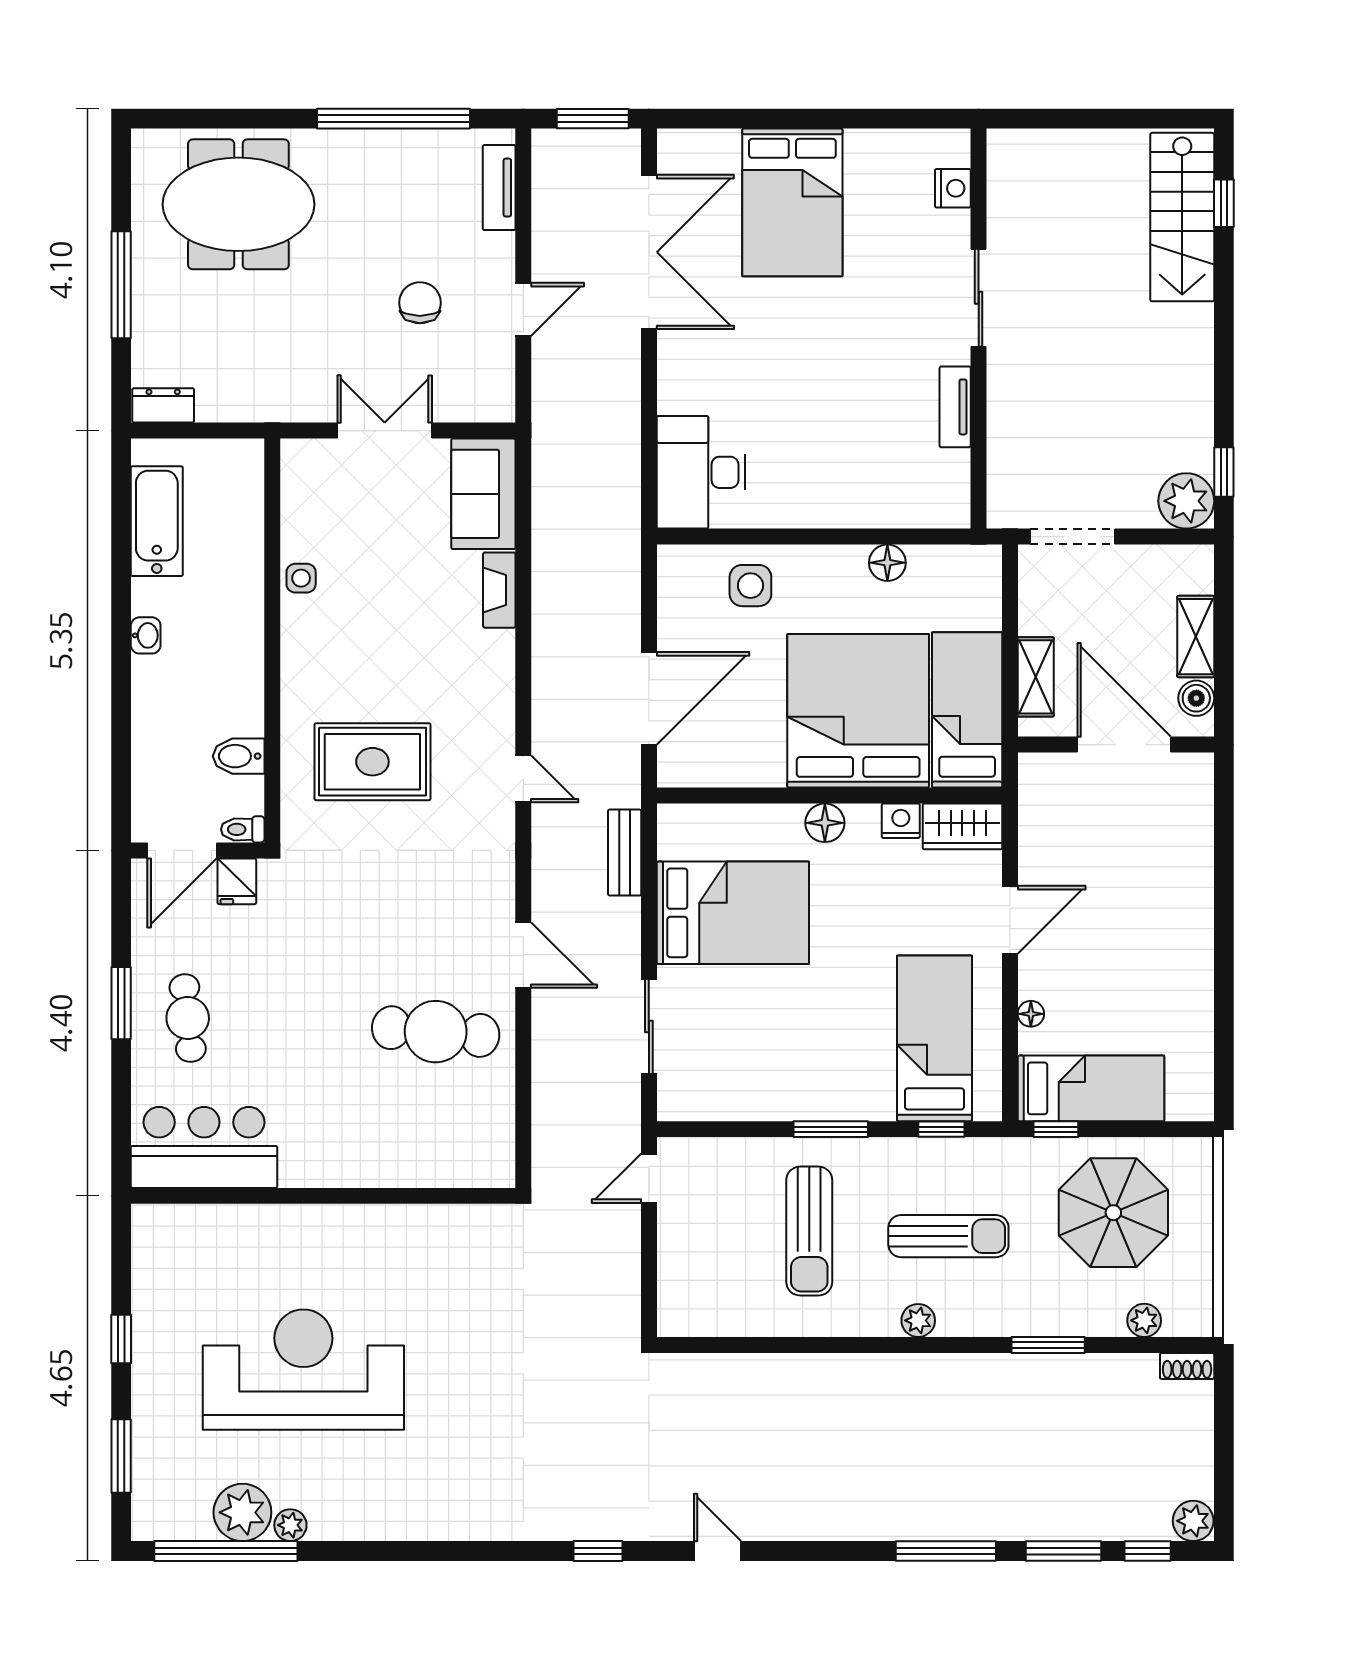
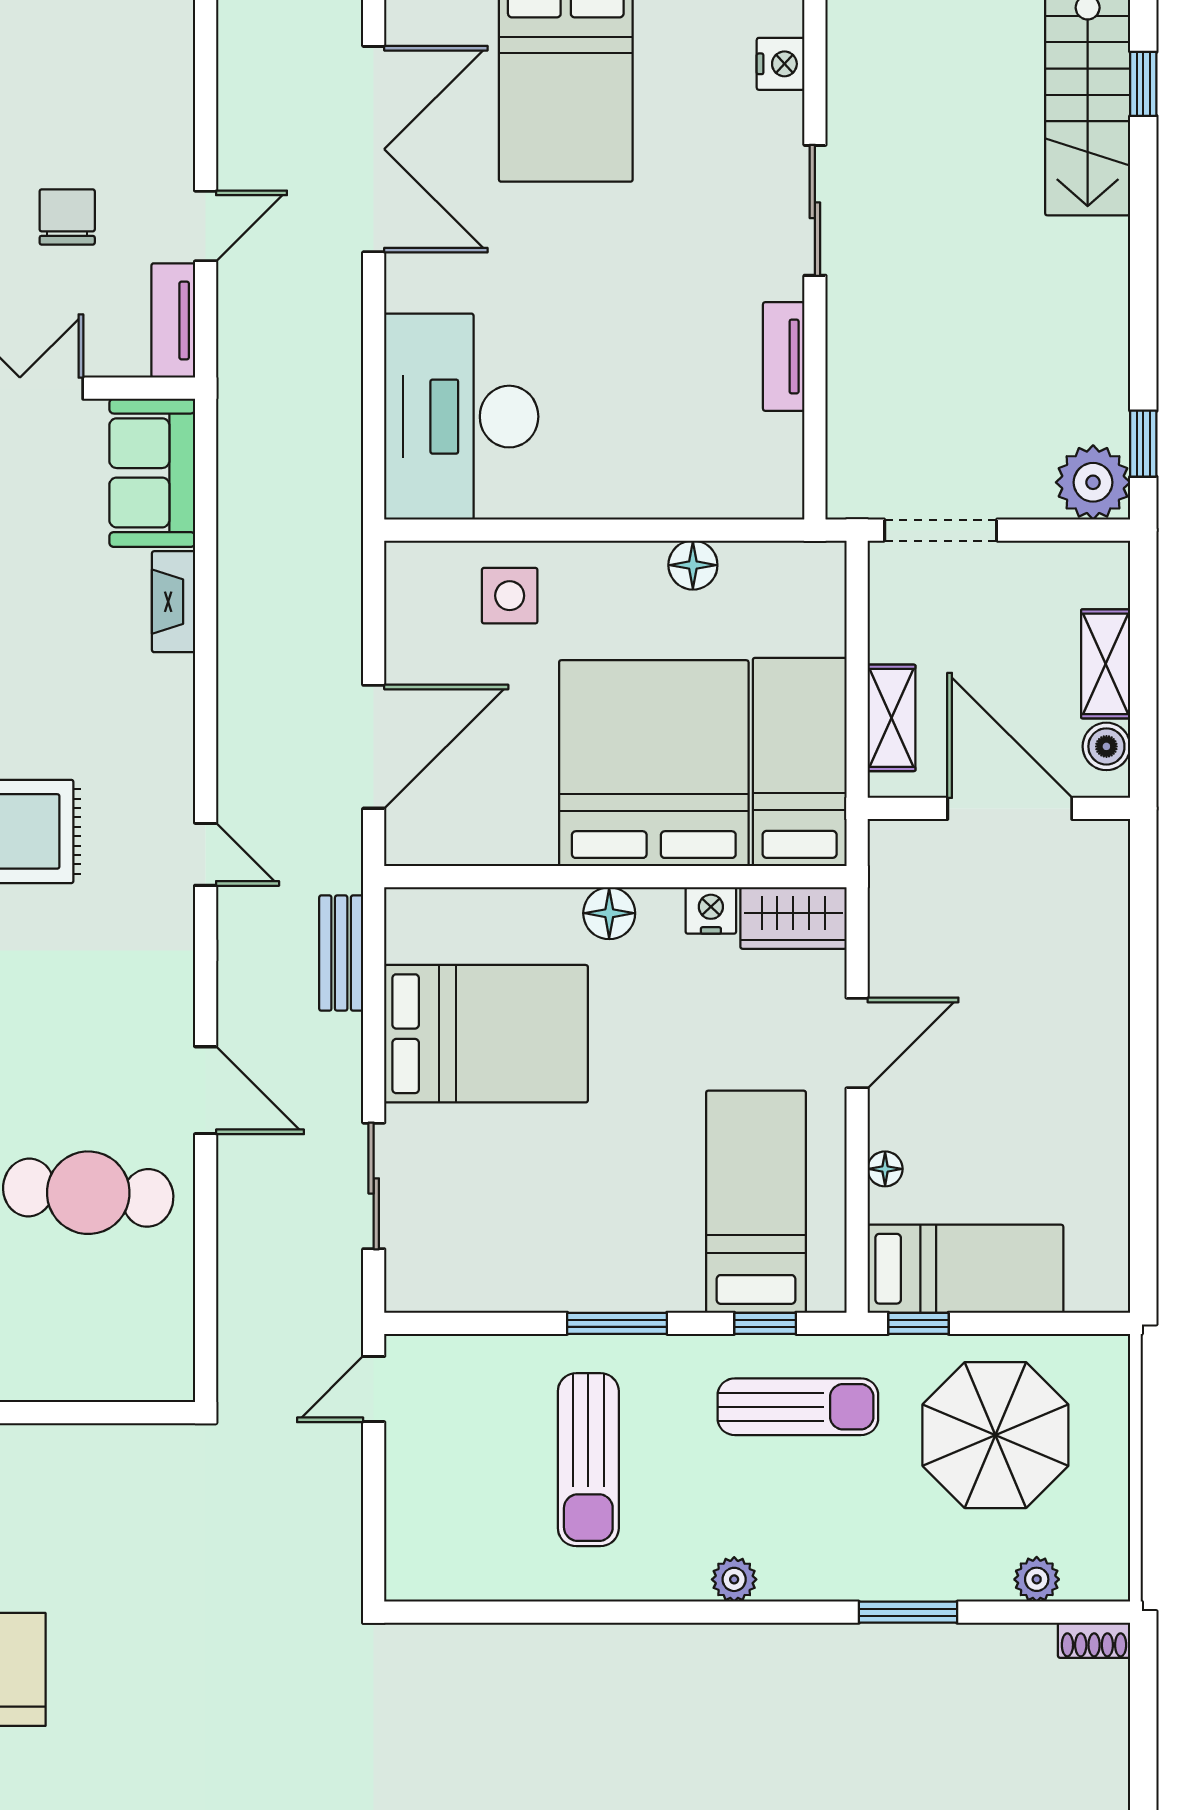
tv unit: (499, 188) -> (173, 320), moved
desk: (701, 472) -> (461, 417), width x1.36, depth x1.30
sun lounger: (948, 1236) -> (798, 1407), moved

